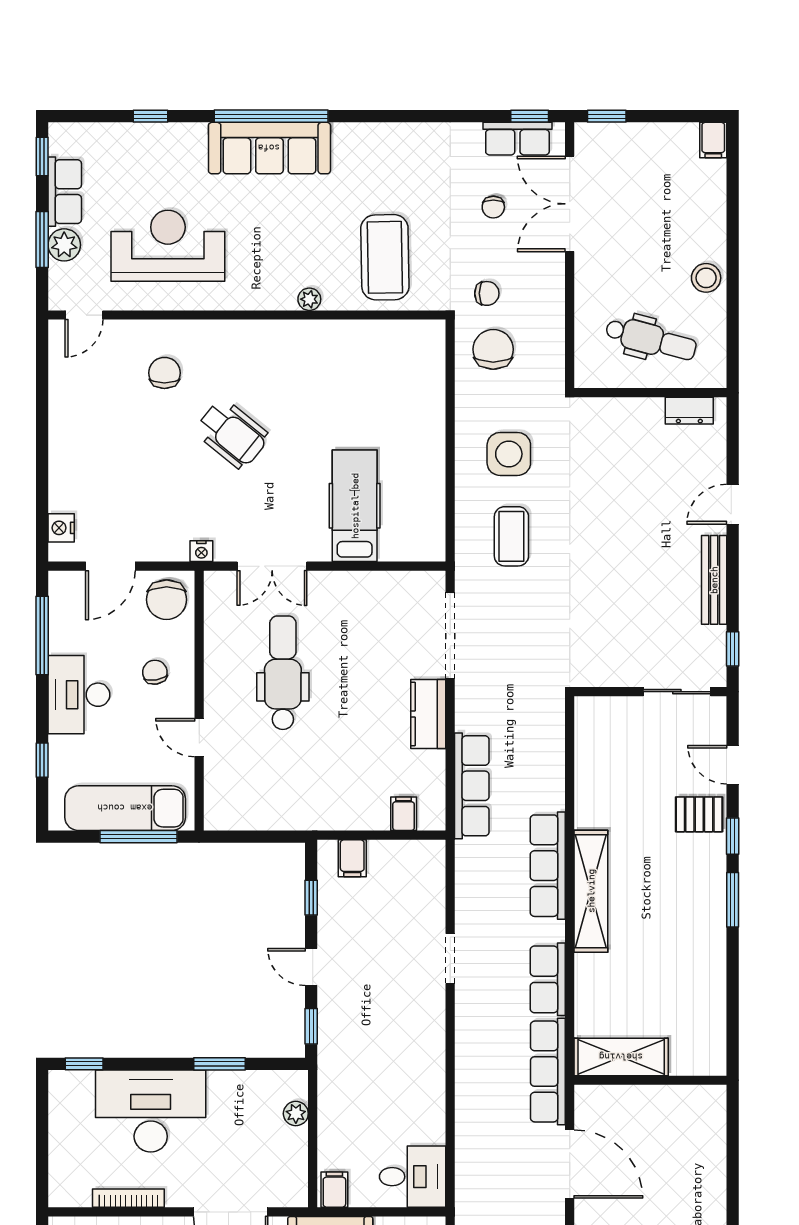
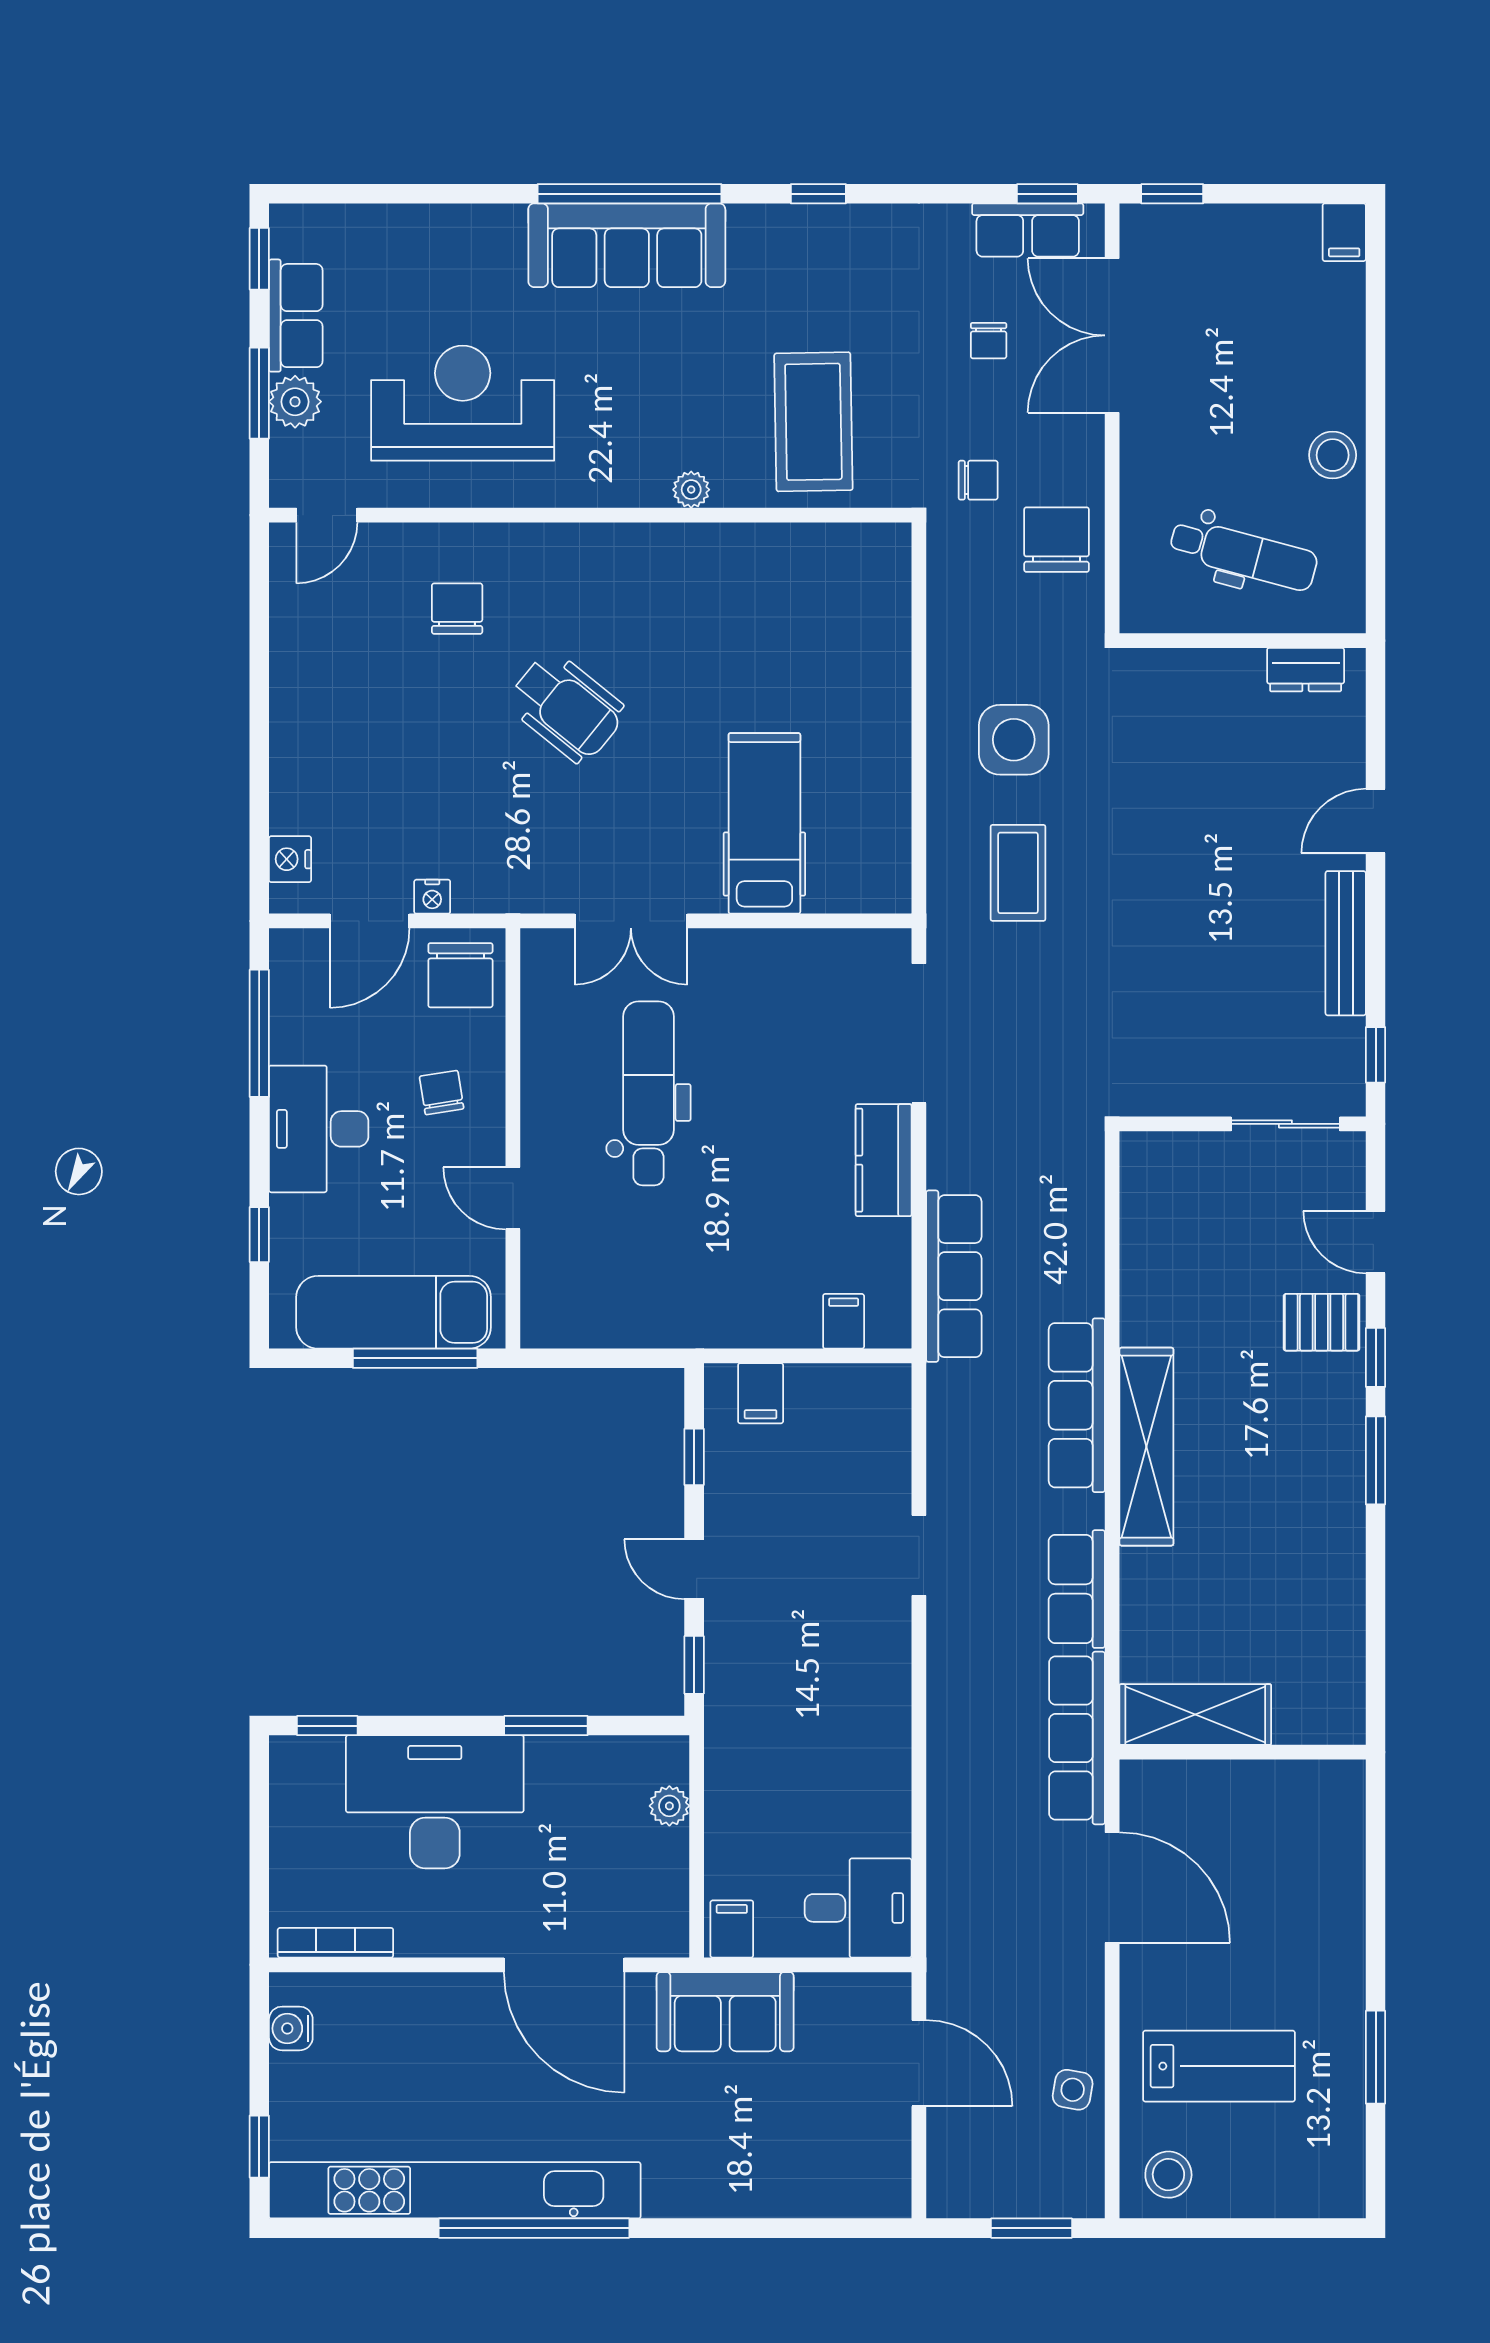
window: (150, 116) -> (818, 194), moved
chair: (493, 349) -> (1057, 540), moved
nightstand: (201, 551) -> (432, 897), moved
bookcase: (128, 1198) -> (335, 1943), moved

